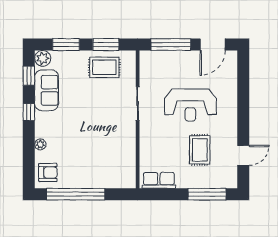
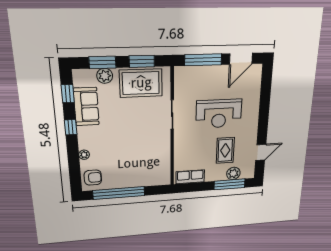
plant: (43, 58) -> (105, 76), moved
rug: (104, 67) -> (141, 83), width x1.36, depth x1.43
plant: (211, 180) -> (233, 173), added

